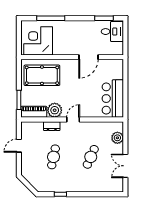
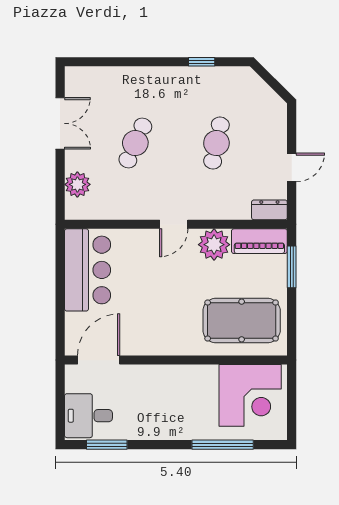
door: (88, 57) -> (99, 360), moved
dresser: (52, 126) -> (269, 210), moved

